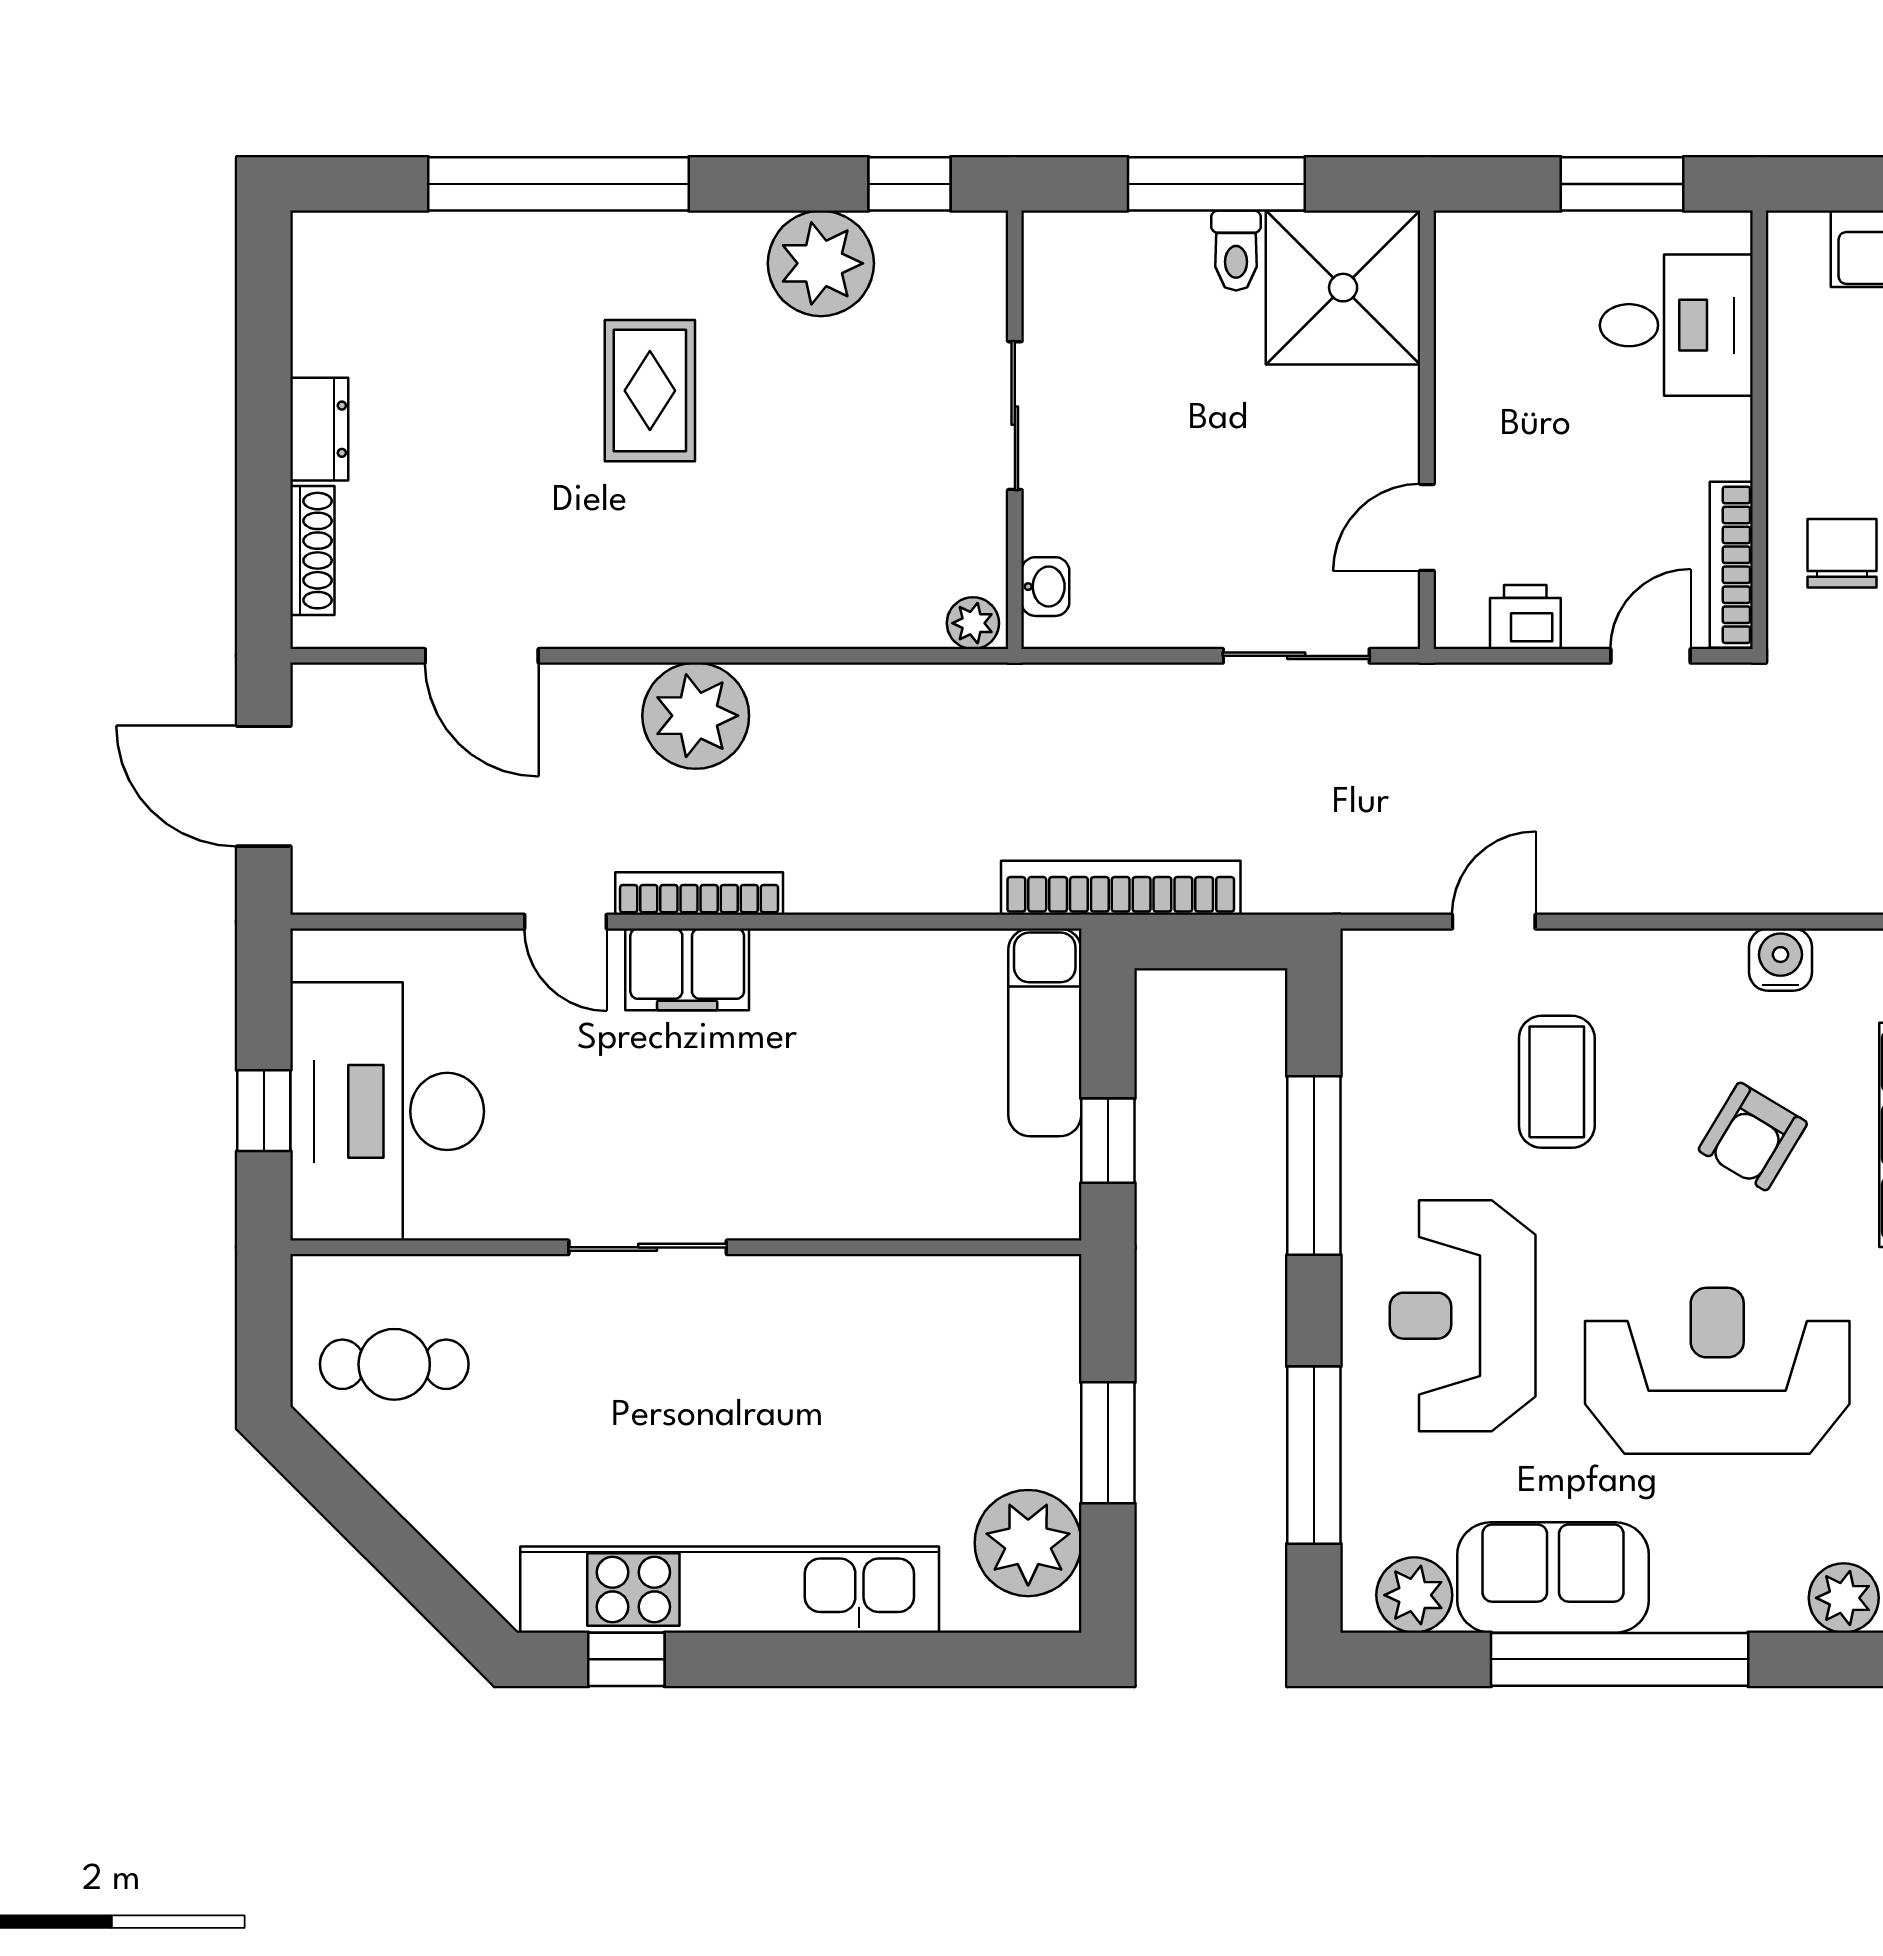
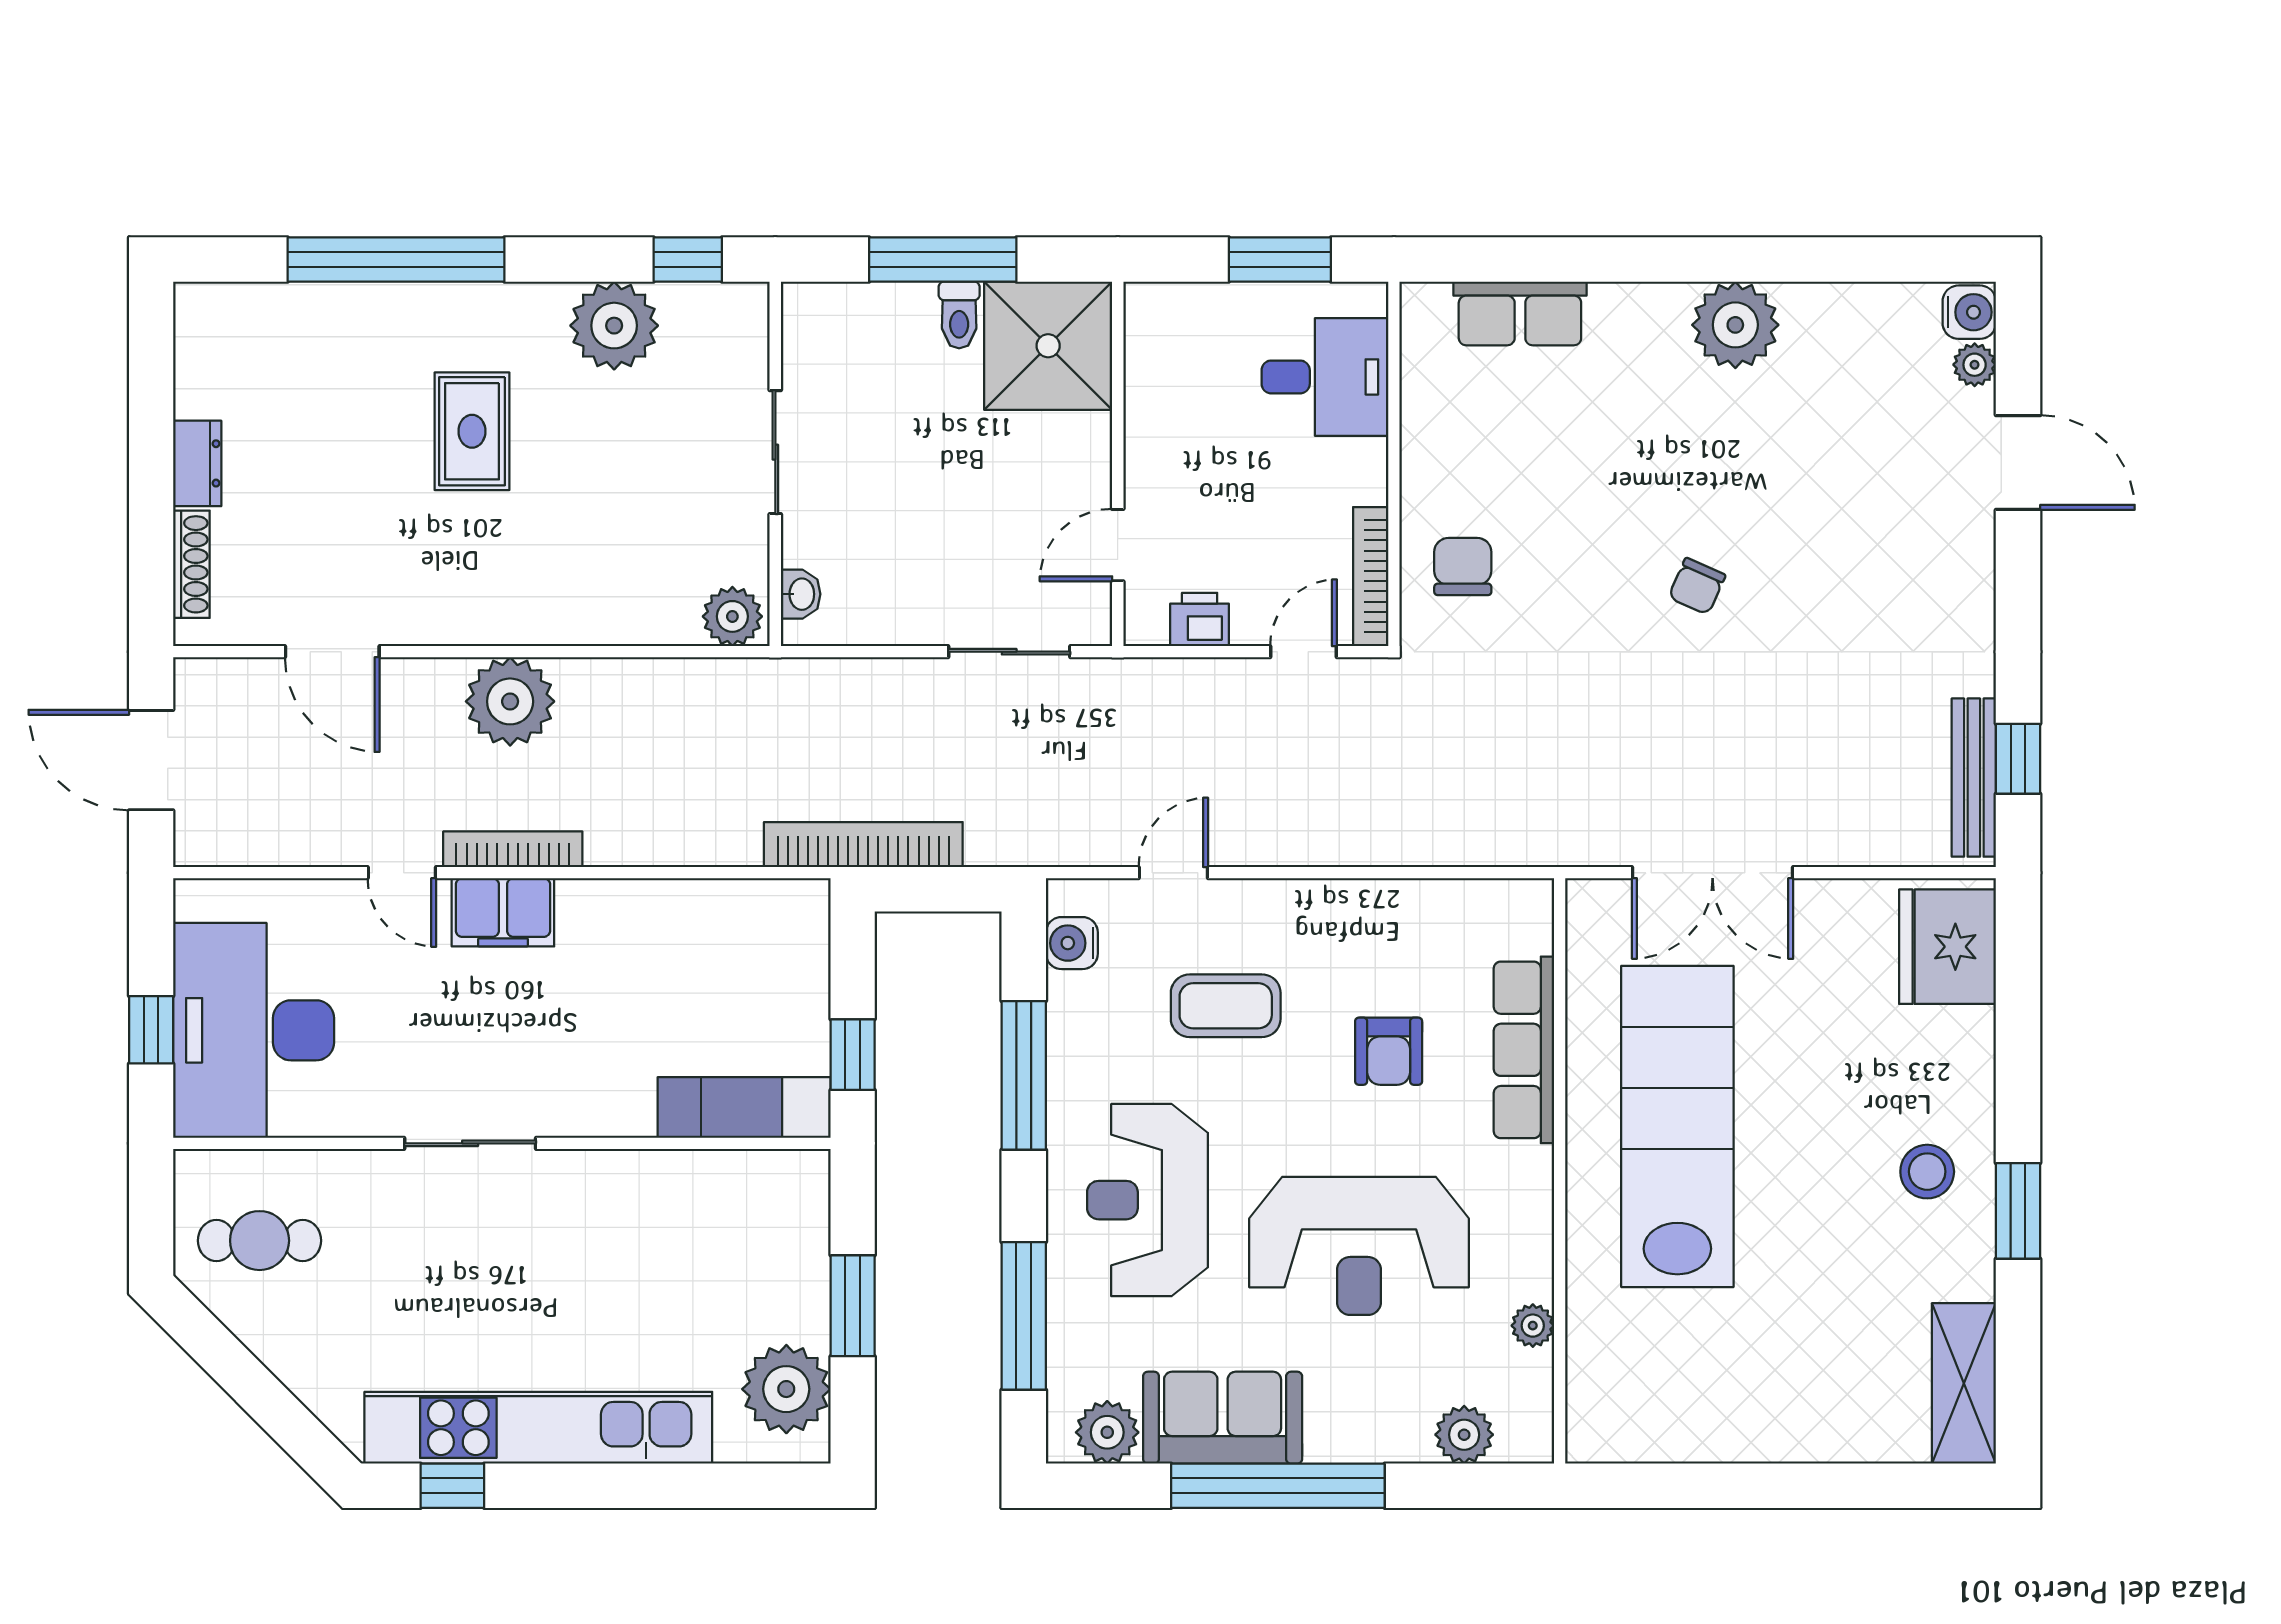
plant: (973, 623) -> (732, 616), width x1.38, depth x1.38
water cooler: (1781, 960) -> (1072, 943), moved, turned -90
exam couch: (1045, 1032) -> (744, 1107), moved, turned 90
coffee table: (1557, 1082) -> (1226, 1006), turned 90
armchair: (1753, 1137) -> (1389, 1051), turned -31
reception desk: (1717, 1371) -> (1359, 1246), turned 180

